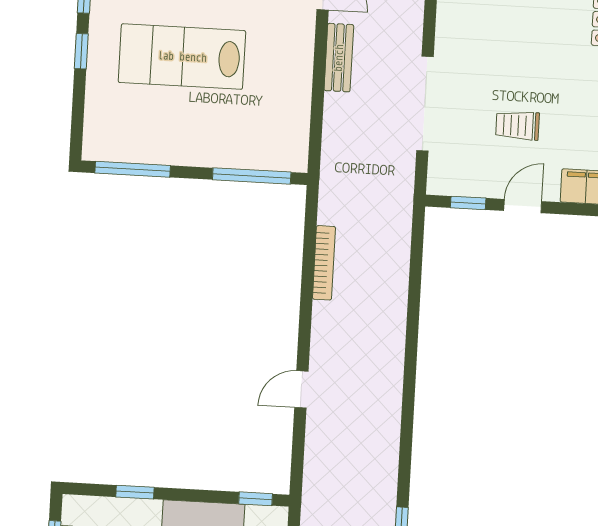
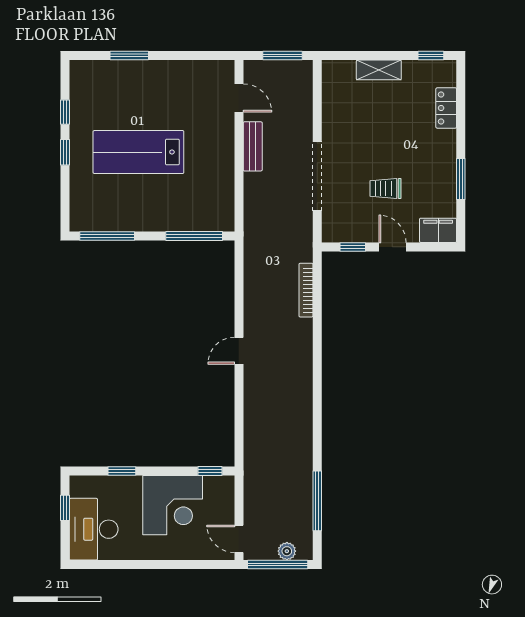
door: (523, 206) -> (393, 247), hinge flipped
bookcase: (324, 263) -> (306, 290), moved, turned 180
door: (301, 389) -> (239, 351), moved

